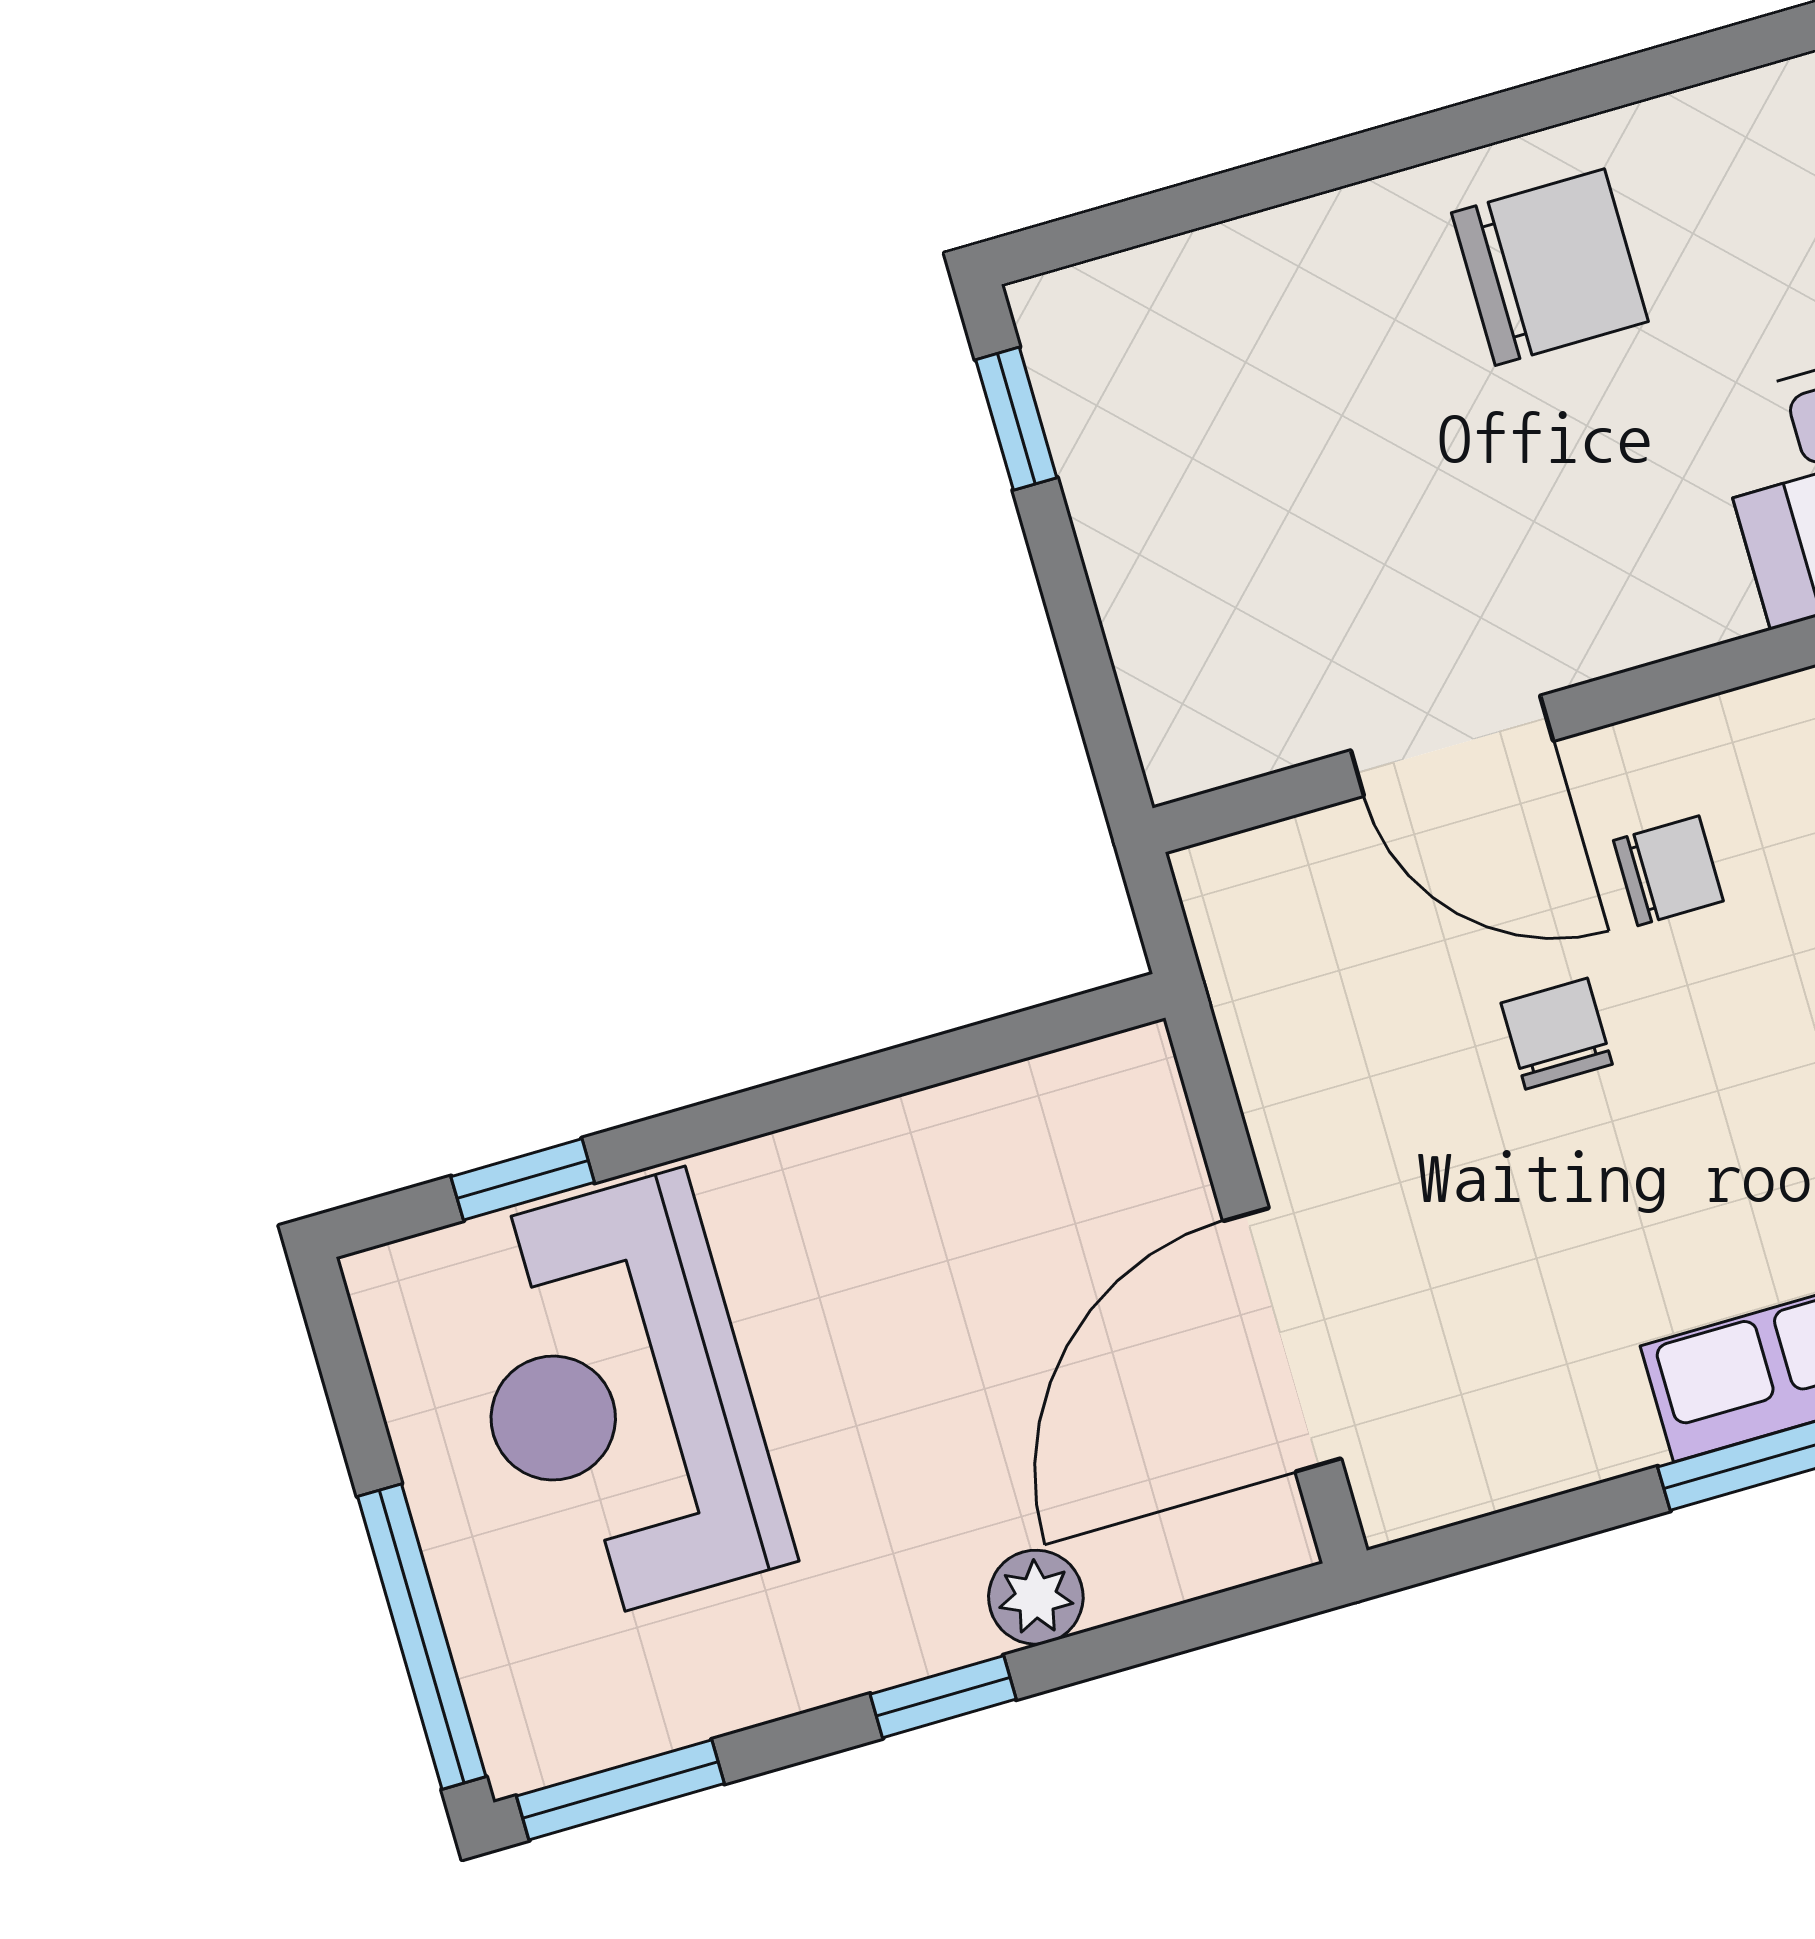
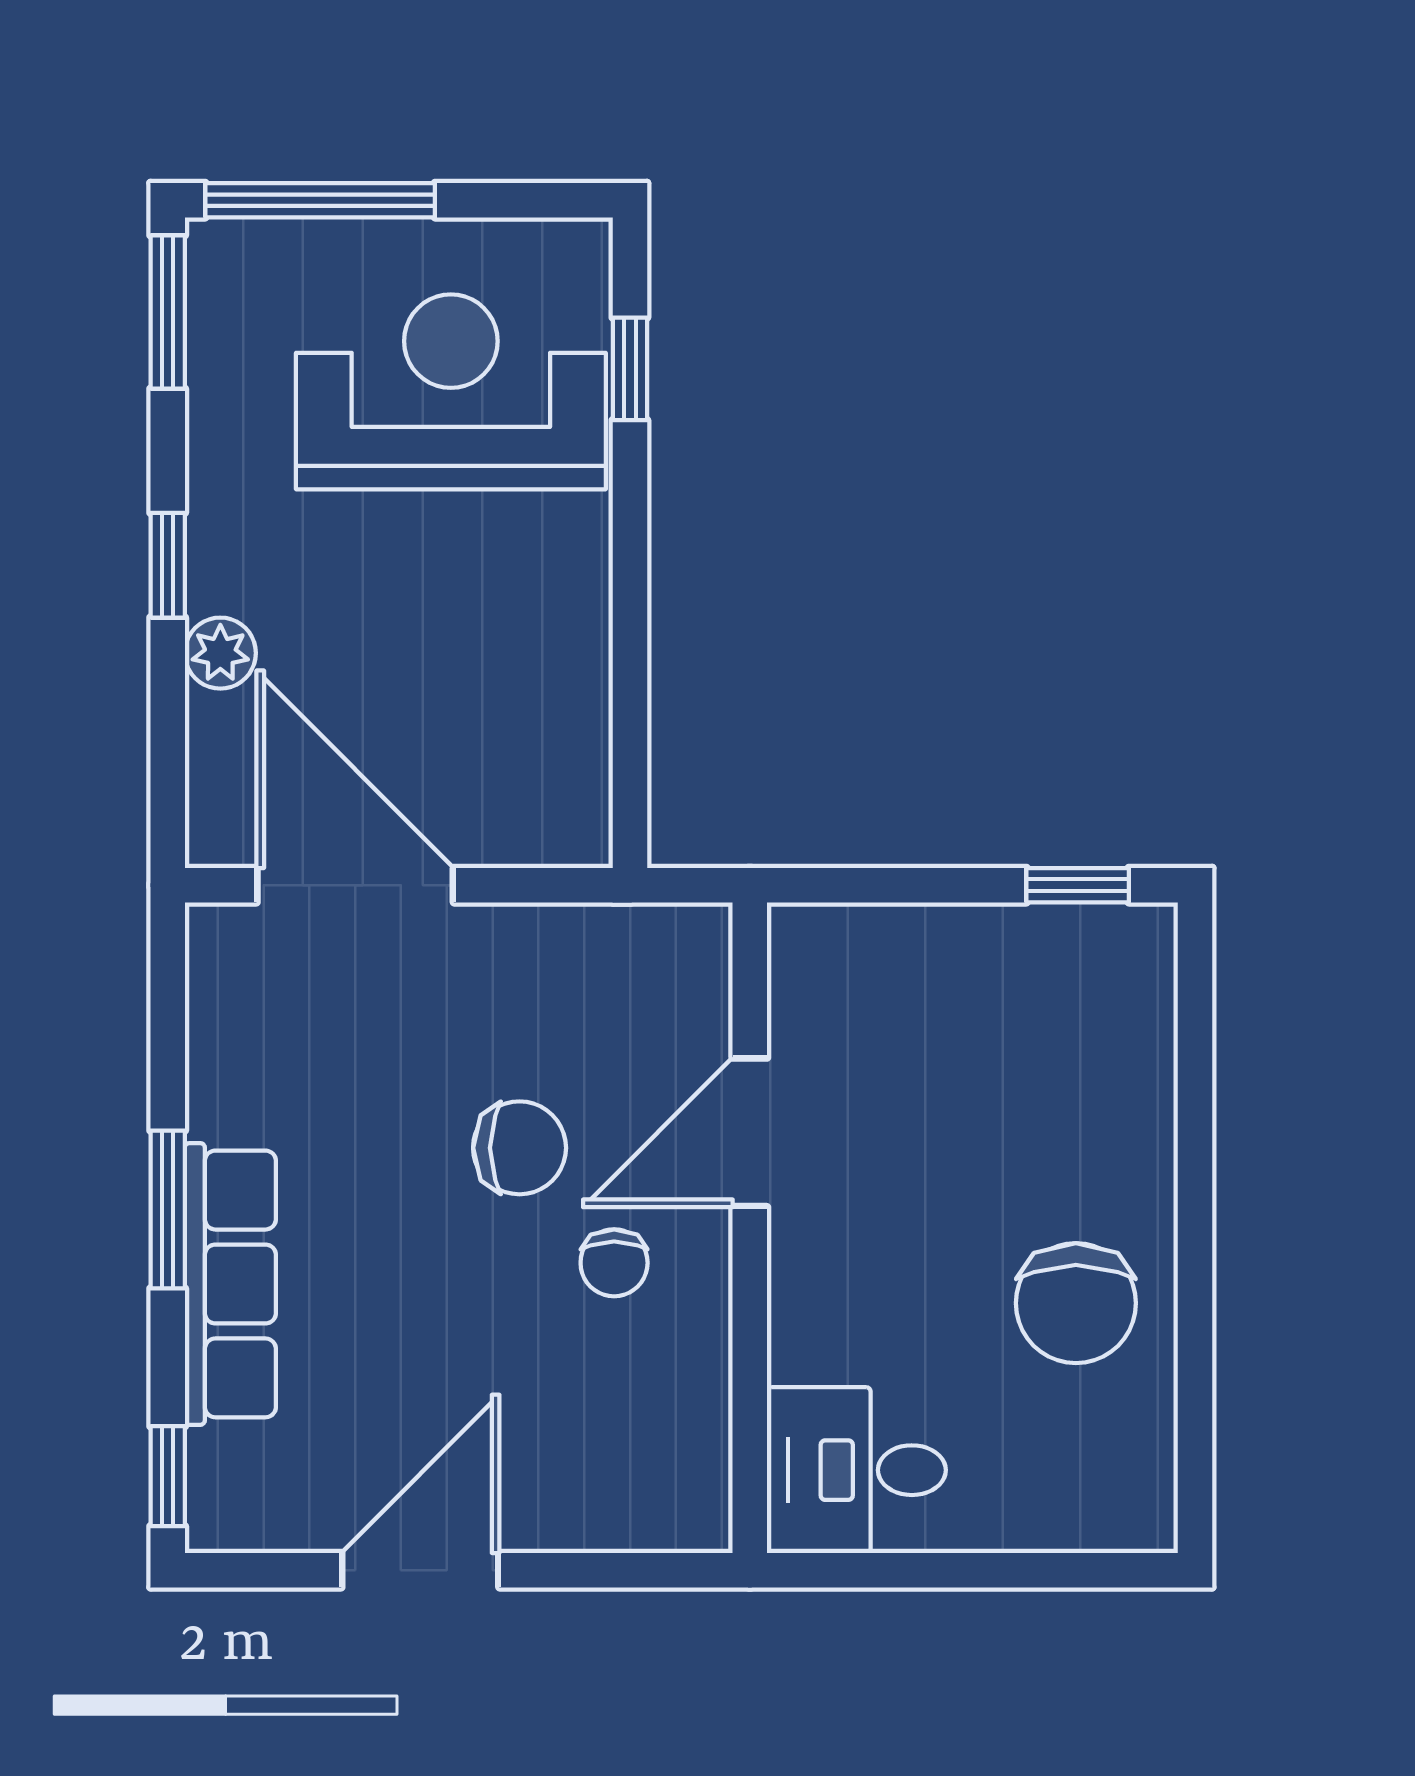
chair: (1557, 1034) -> (520, 1148), width x1.37, depth x1.37

